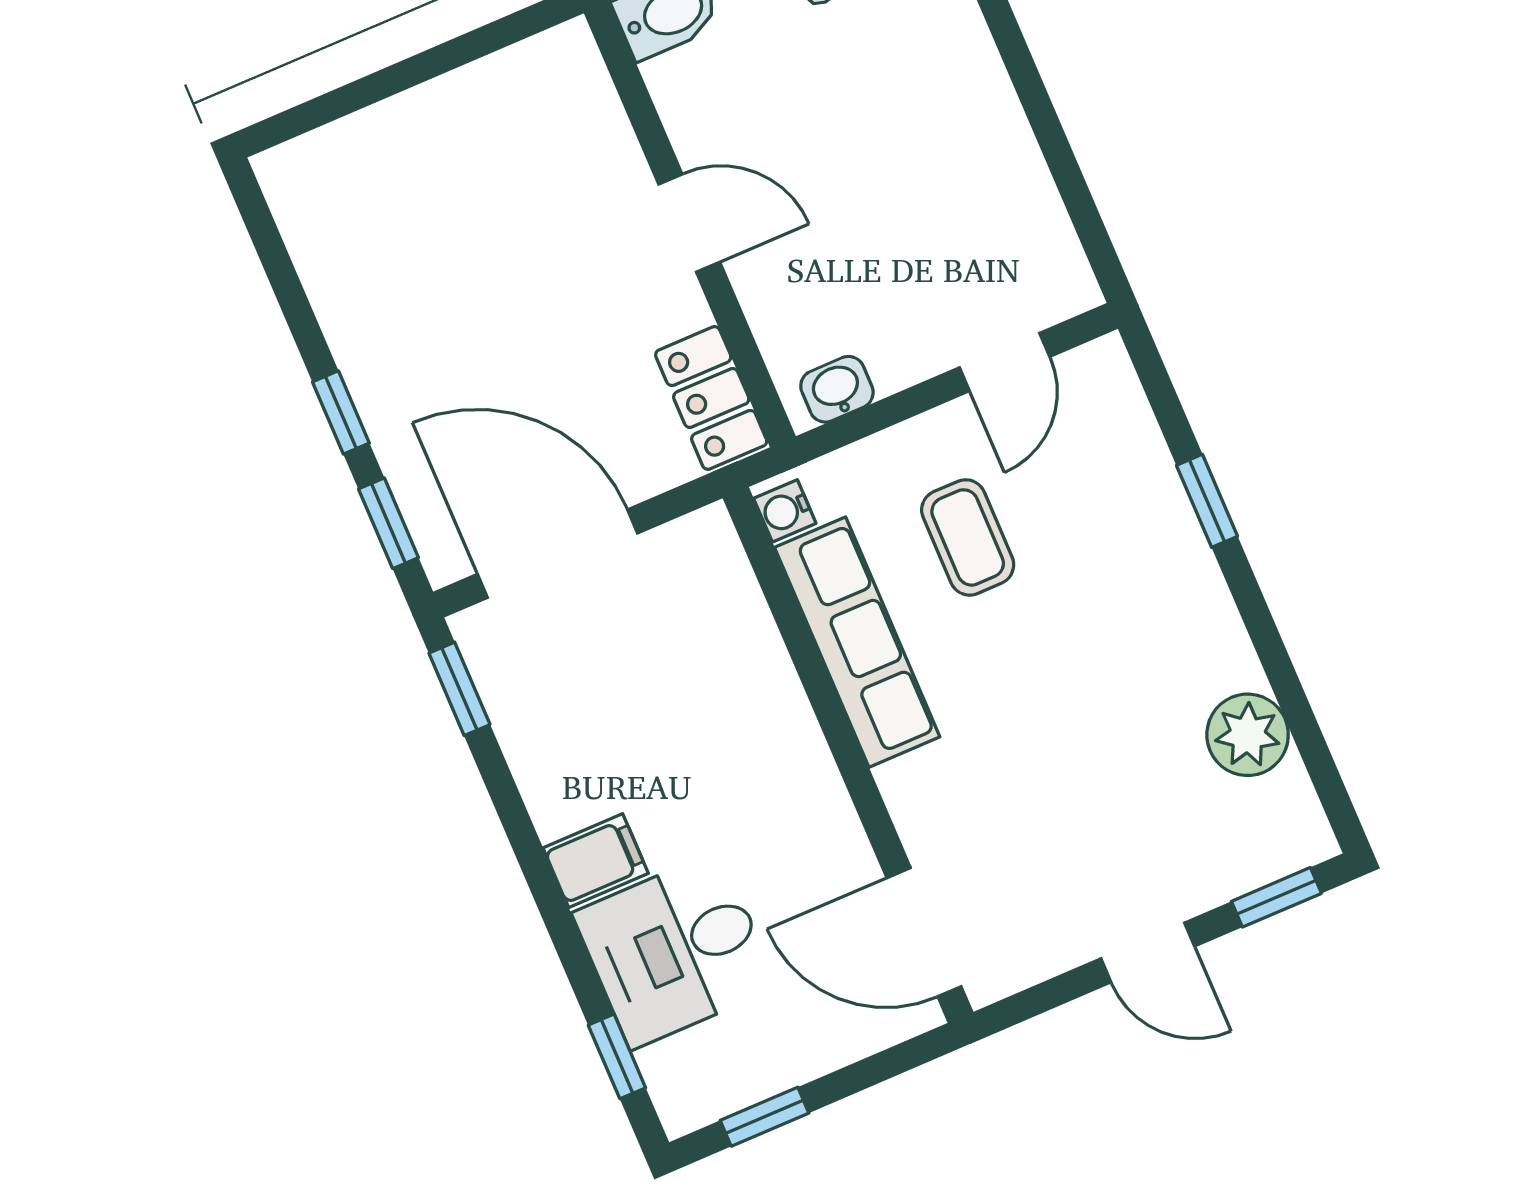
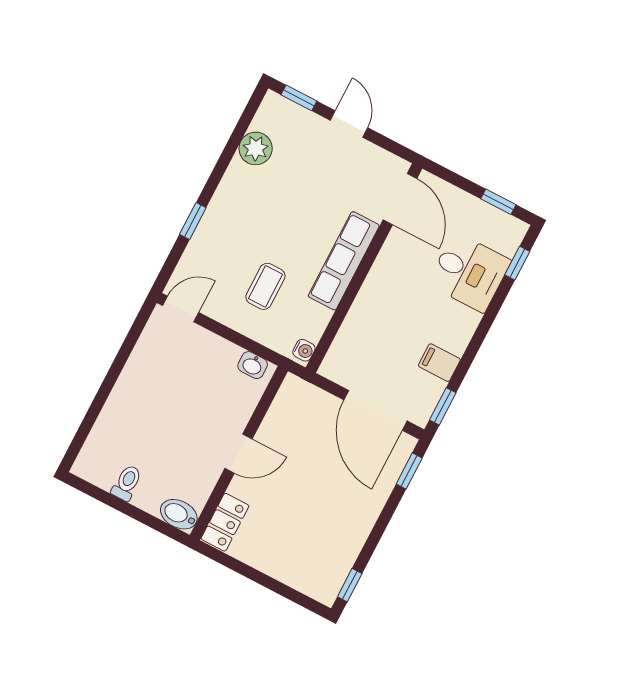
door: (689, 223) -> (238, 454), swing flipped
door: (1005, 362) -> (181, 309), moved
locker: (711, 398) -> (225, 522), moved
window: (341, 412) -> (350, 585), moved
row of seats: (857, 642) -> (344, 261), moved
filing cabinet: (596, 861) -> (439, 363), moved

